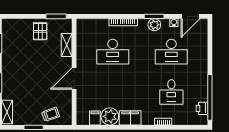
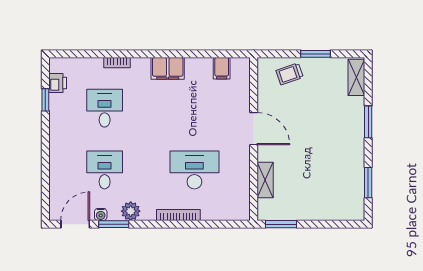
window: (154, 16) -> (114, 224), moved
pallet: (40, 31) -> (305, 201), removed
desk: (171, 52) -> (105, 170), width x0.73
door: (74, 79) -> (254, 129), hinge flipped
window: (210, 97) -> (45, 100), width x0.32
plant: (110, 116) -> (199, 71), removed

